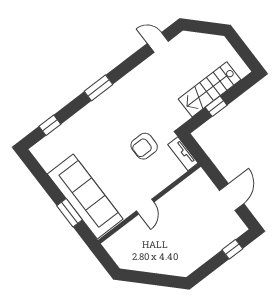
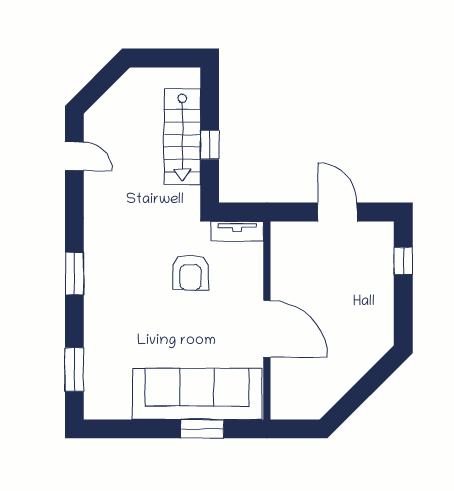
door: (158, 42) -> (74, 156), swing flipped
window: (50, 125) -> (74, 370), width x1.50
door: (145, 207) -> (267, 329), width x1.87

